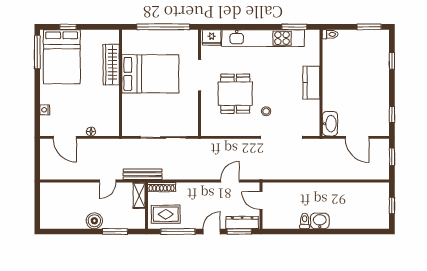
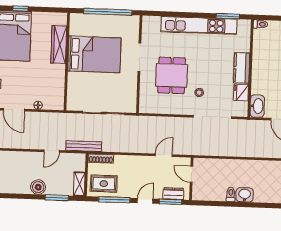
fridge: (212, 37) -> (241, 92), moved, turned 90
shelving: (139, 195) -> (79, 184), moved
dresser: (242, 223) -> (173, 194), width x0.70

